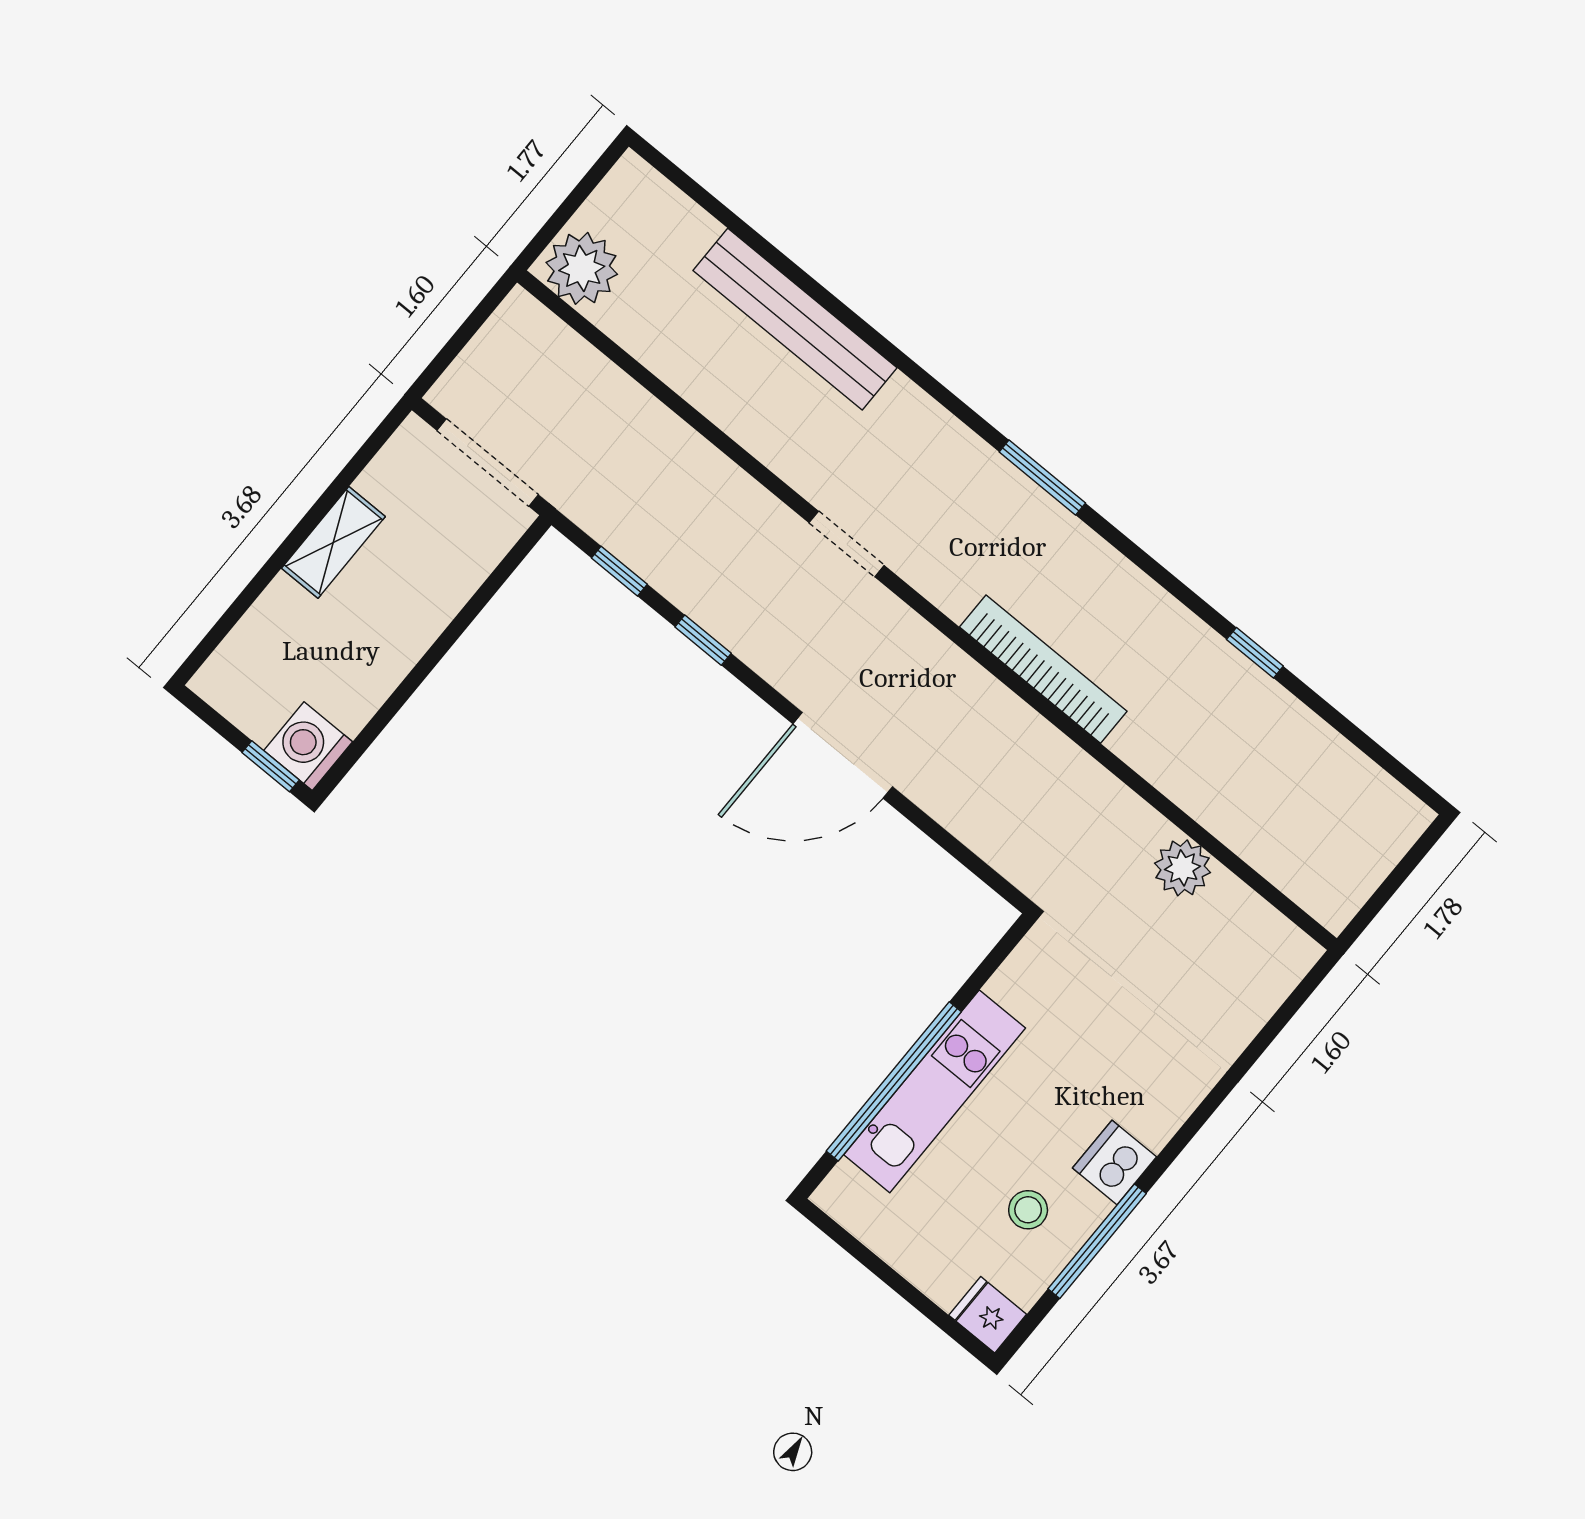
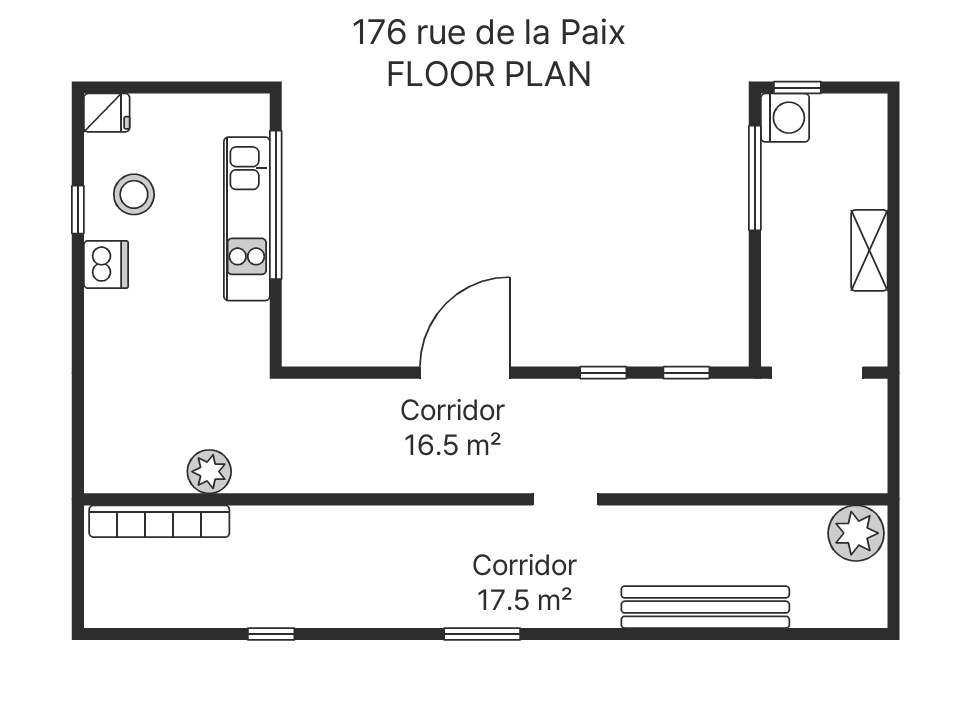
bookcase: (1043, 669) -> (159, 521), moved
window: (389, 710) -> (755, 178), added
stool: (1028, 1210) -> (134, 194), width x1.37, depth x1.37
window: (1097, 1241) -> (78, 210), width x0.46

